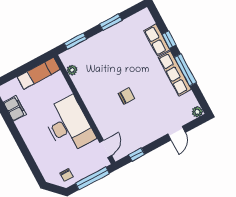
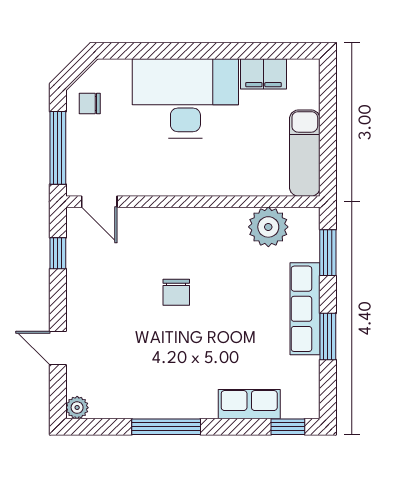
window: (169, 40) -> (288, 427), moved
plant: (72, 70) -> (268, 227), width x1.87, depth x1.87
row of seats: (175, 73) -> (305, 309), moved, turned -90
desk: (68, 125) -> (185, 98), moved, turned 180

